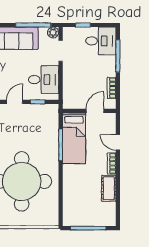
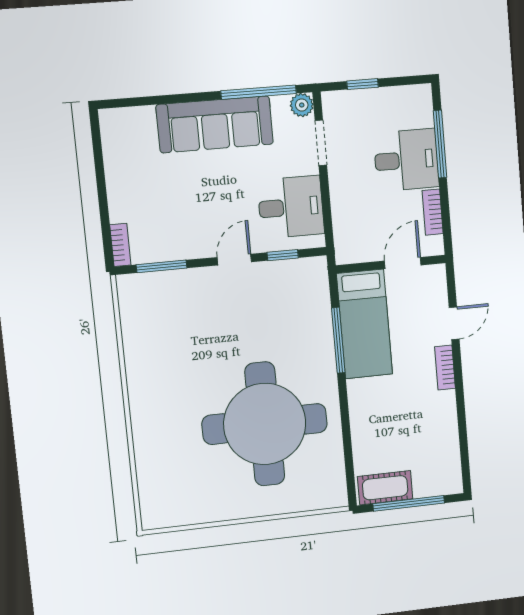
desk: (101, 41) -> (406, 160), moved
door: (118, 142) -> (454, 323), swing flipped
cot: (109, 188) -> (385, 488), moved, turned 90

